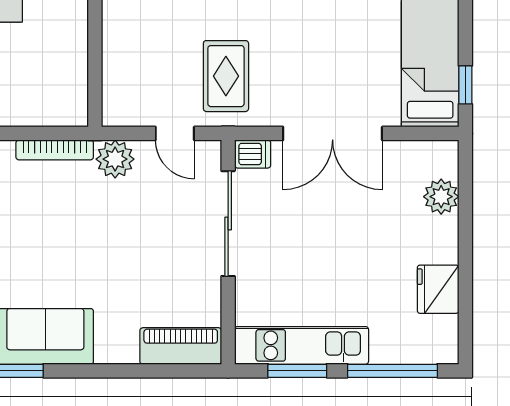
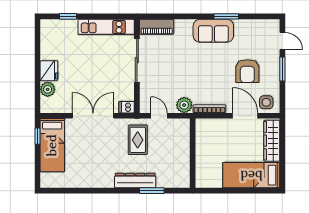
sliding door: (228, 224) -> (137, 60), moved
fridge: (438, 289) -> (49, 71), moved
window: (297, 371) -> (108, 16), removed
window: (392, 371) -> (68, 16), width x0.46

